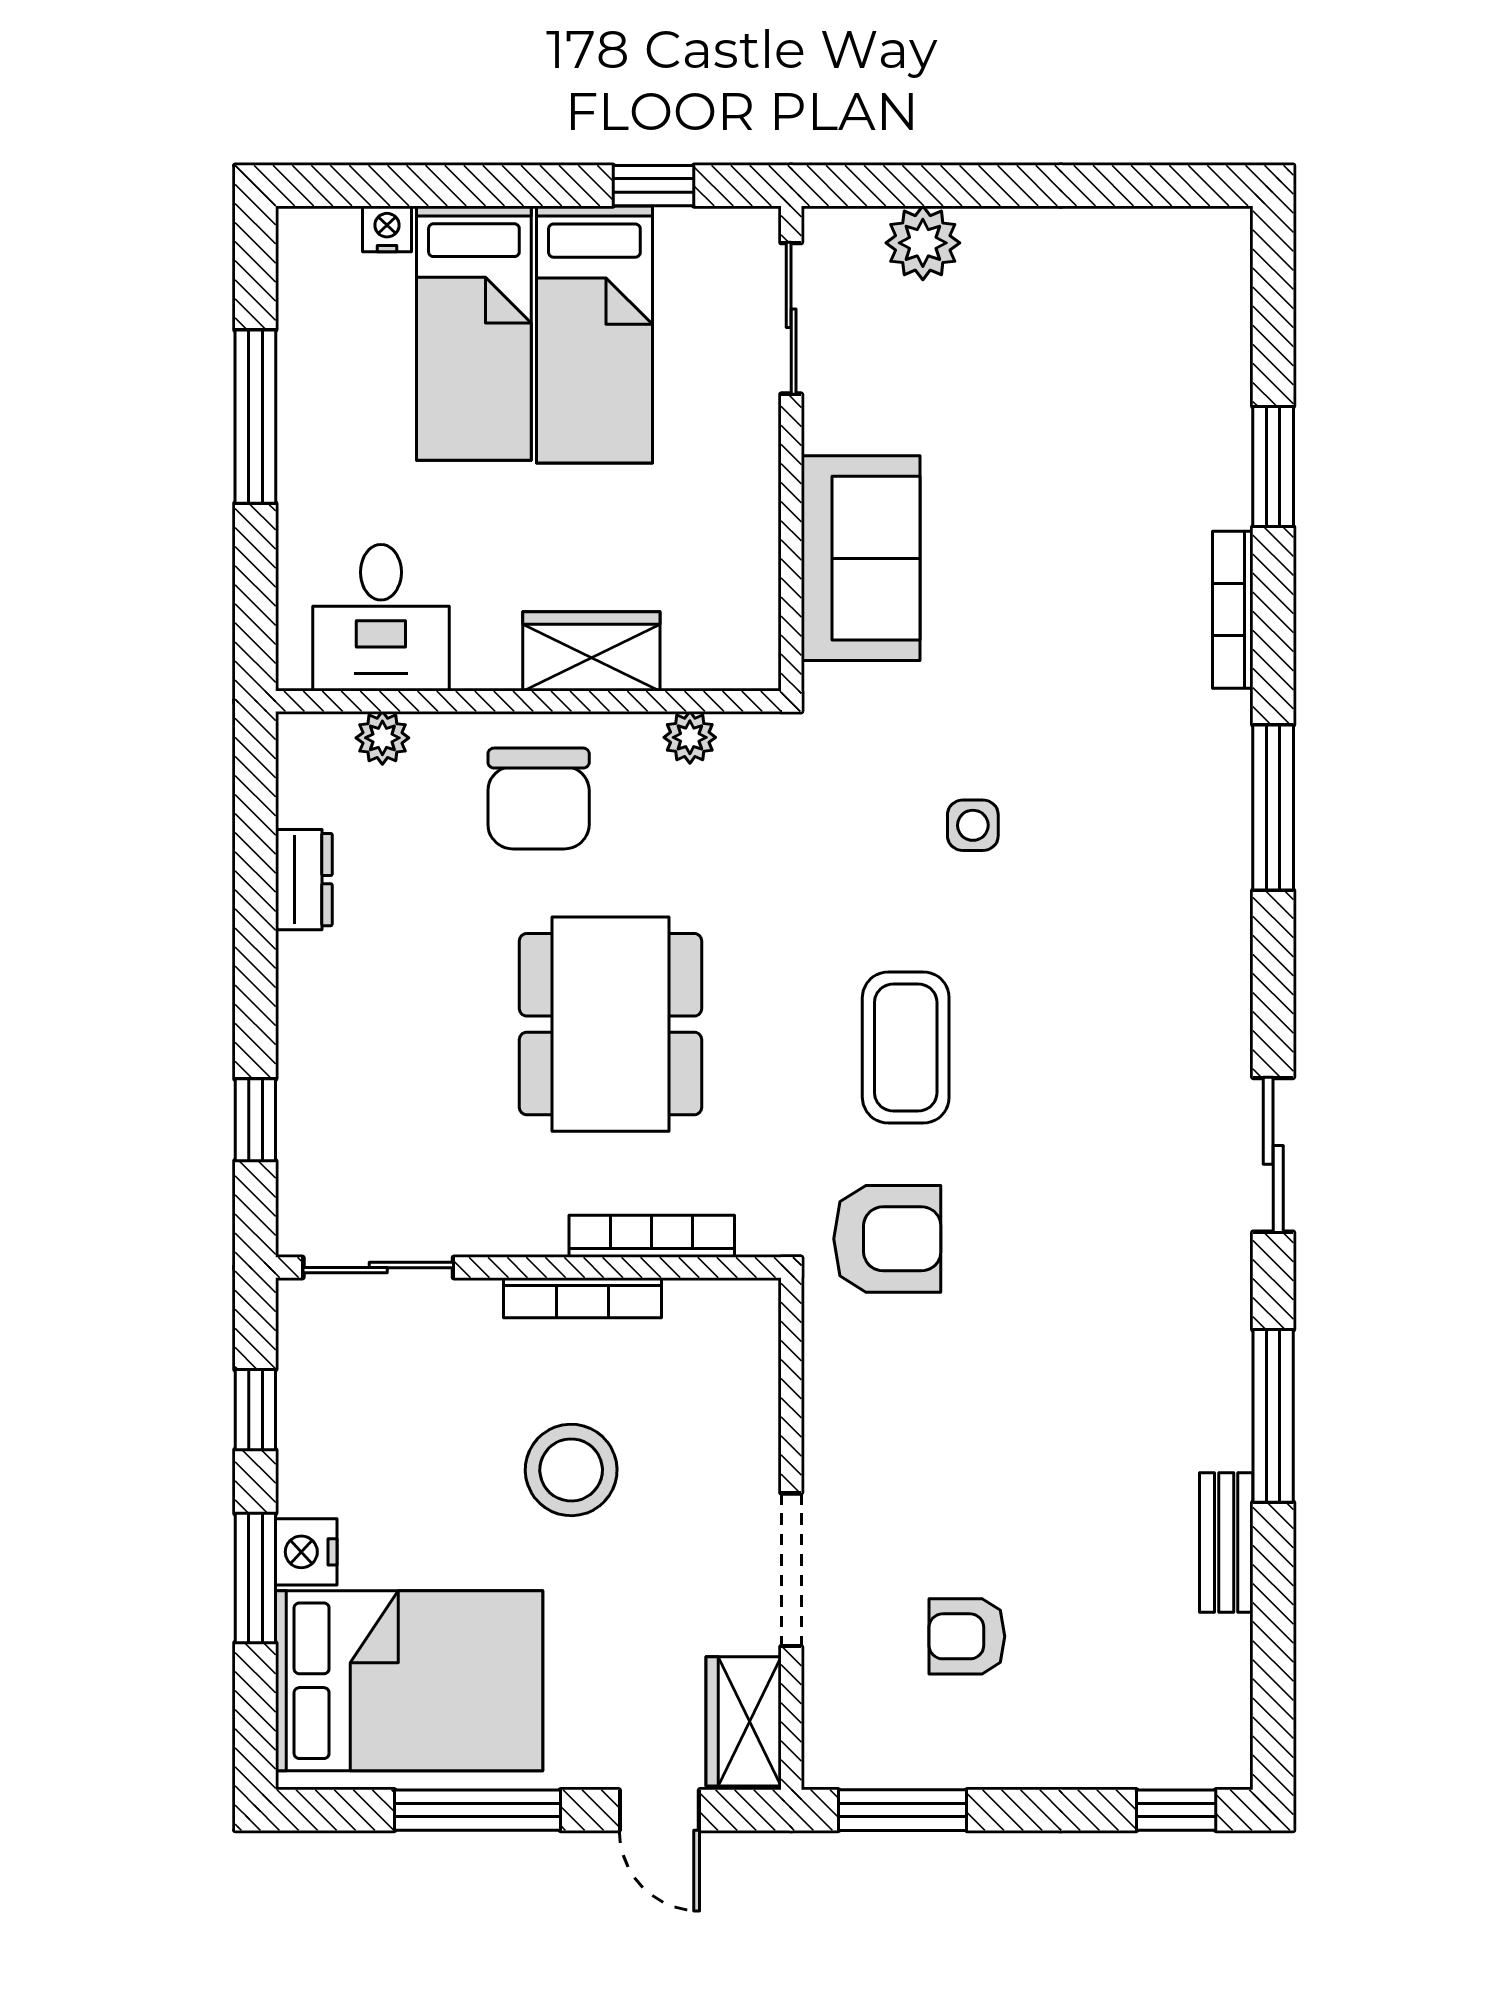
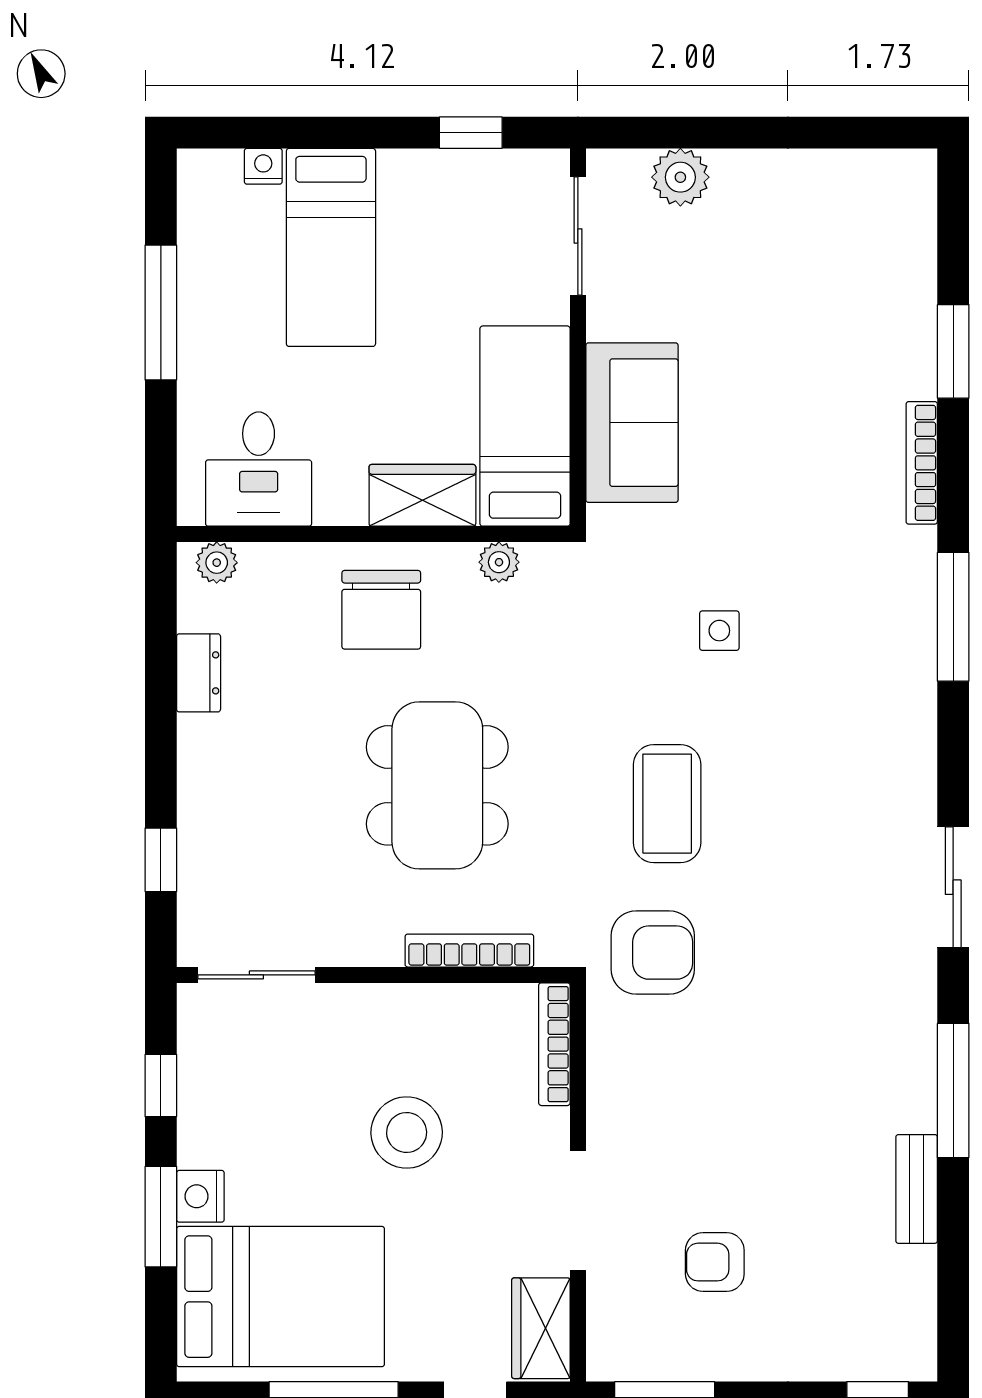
bed: (594, 334) -> (525, 426), moved, turned 180
plant: (382, 738) -> (217, 563), moved
bookcase: (582, 1298) -> (554, 1044), moved, turned 90

